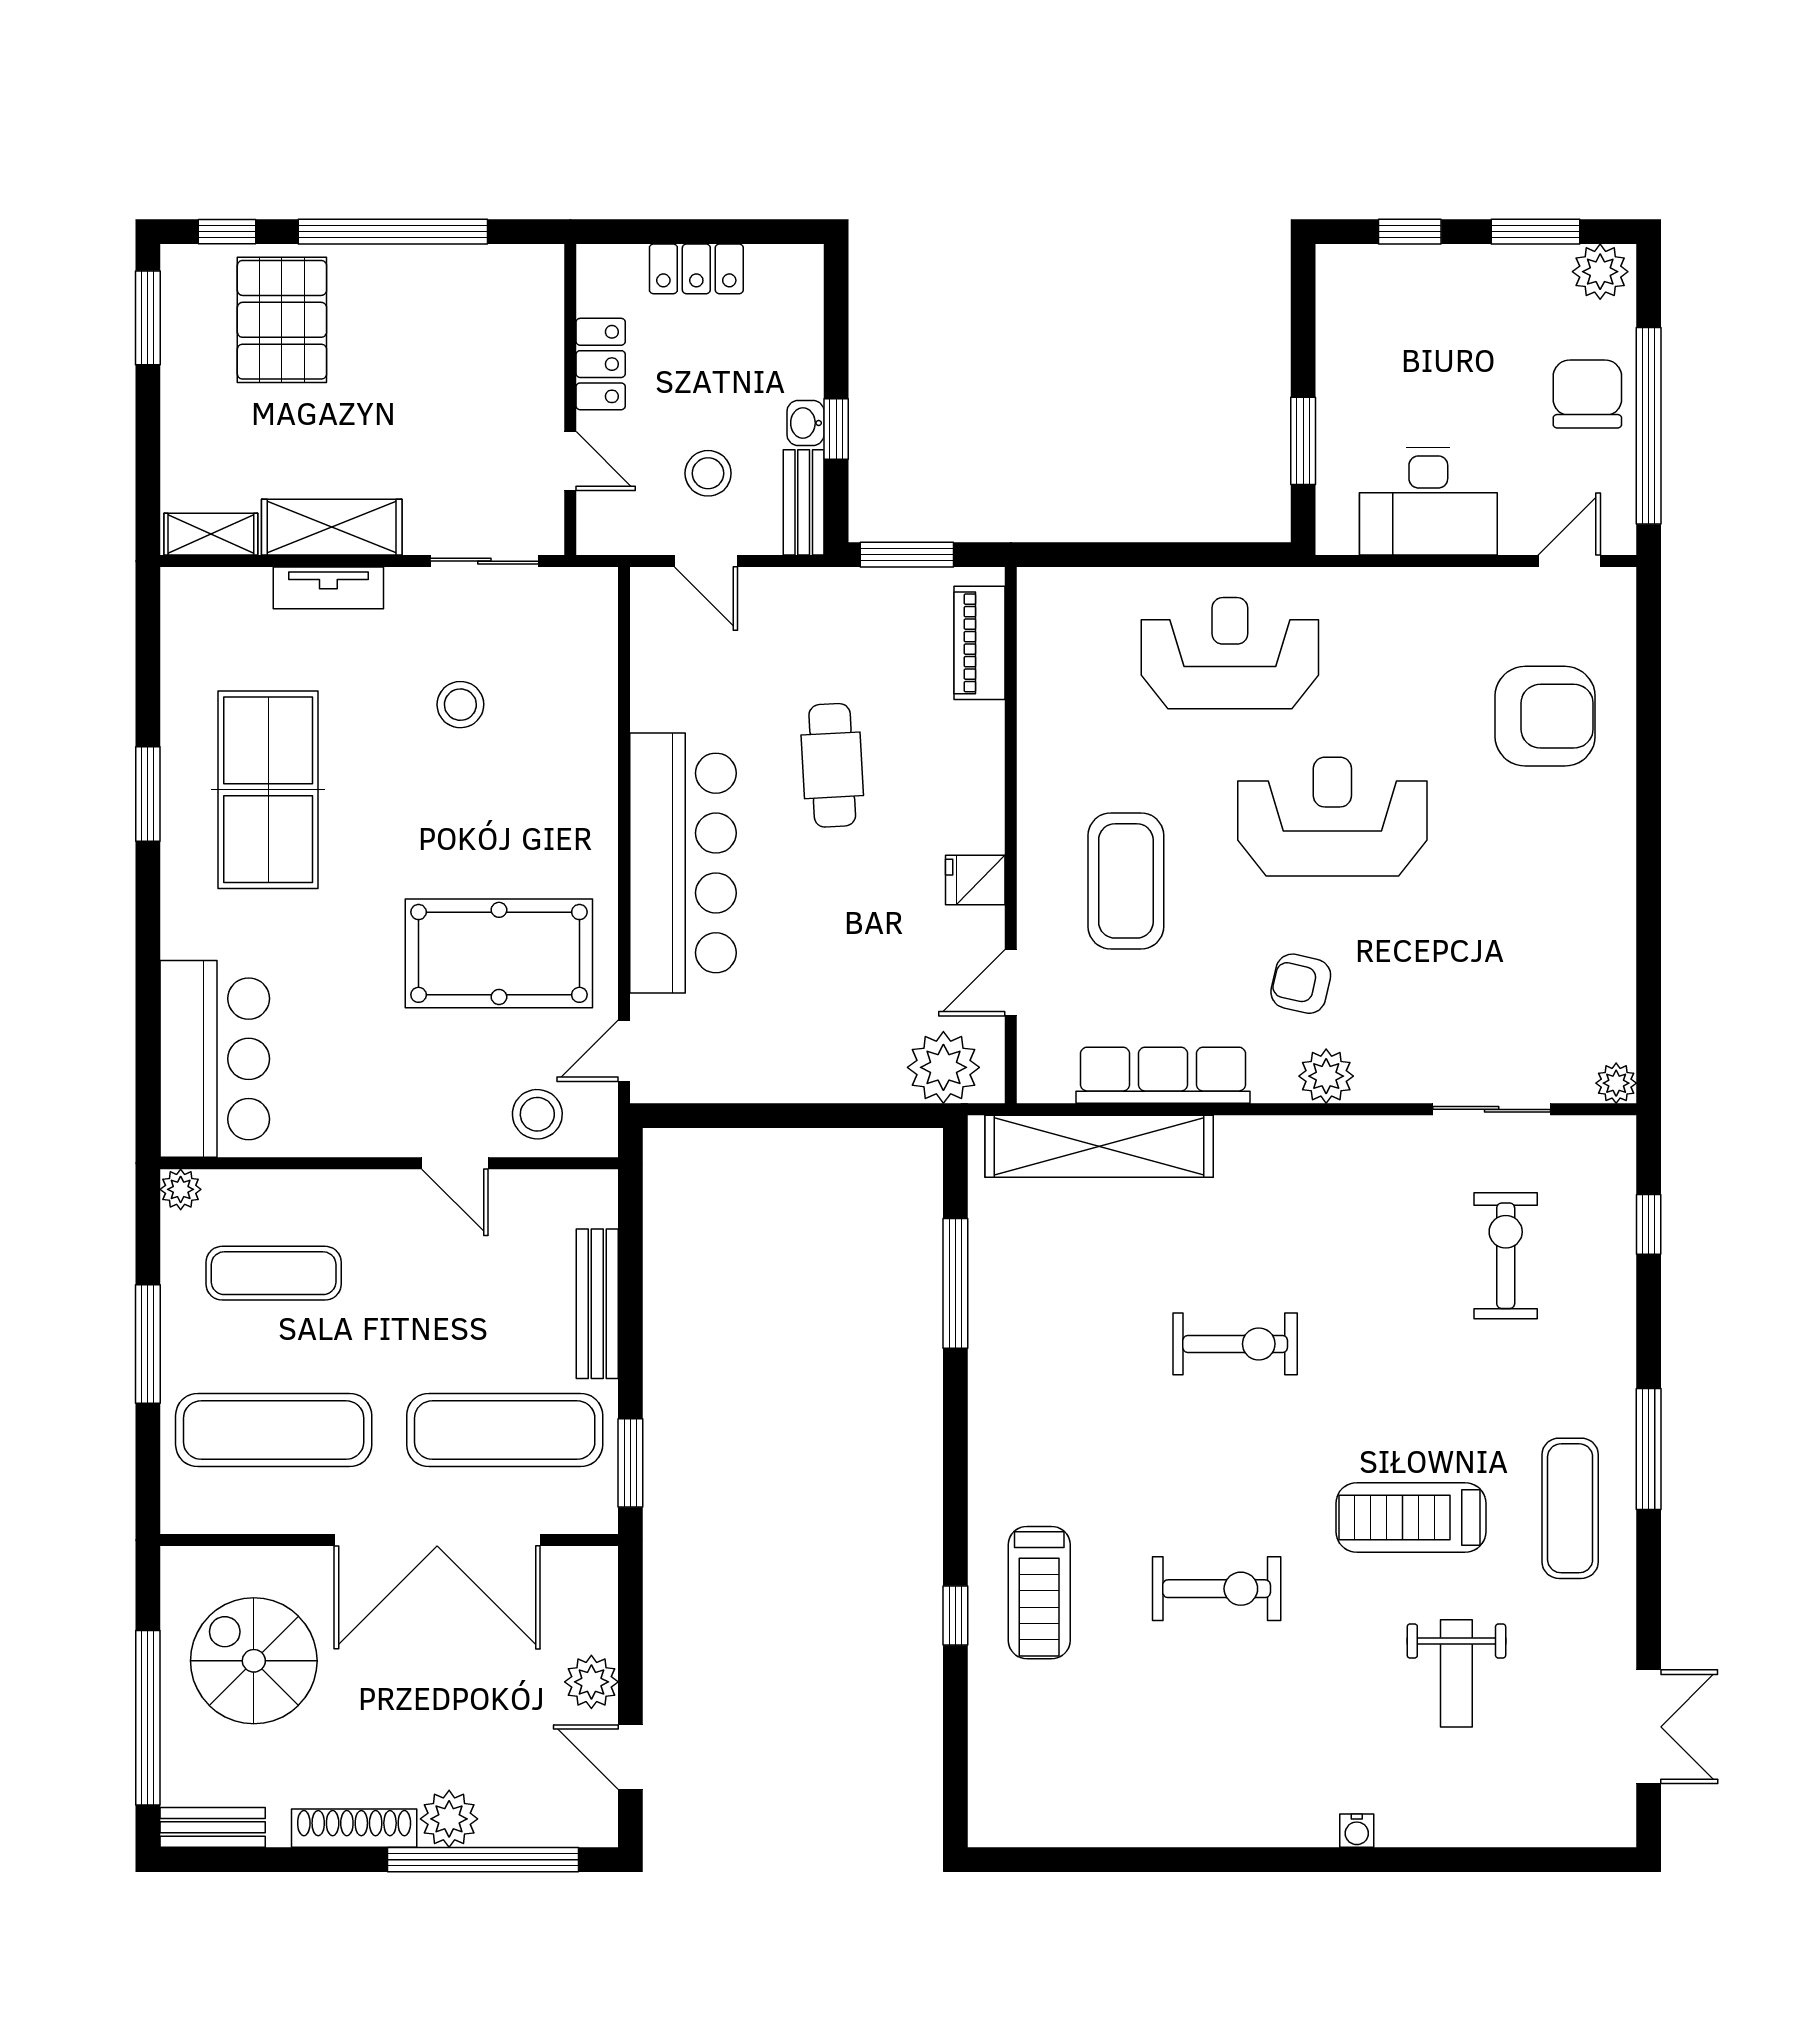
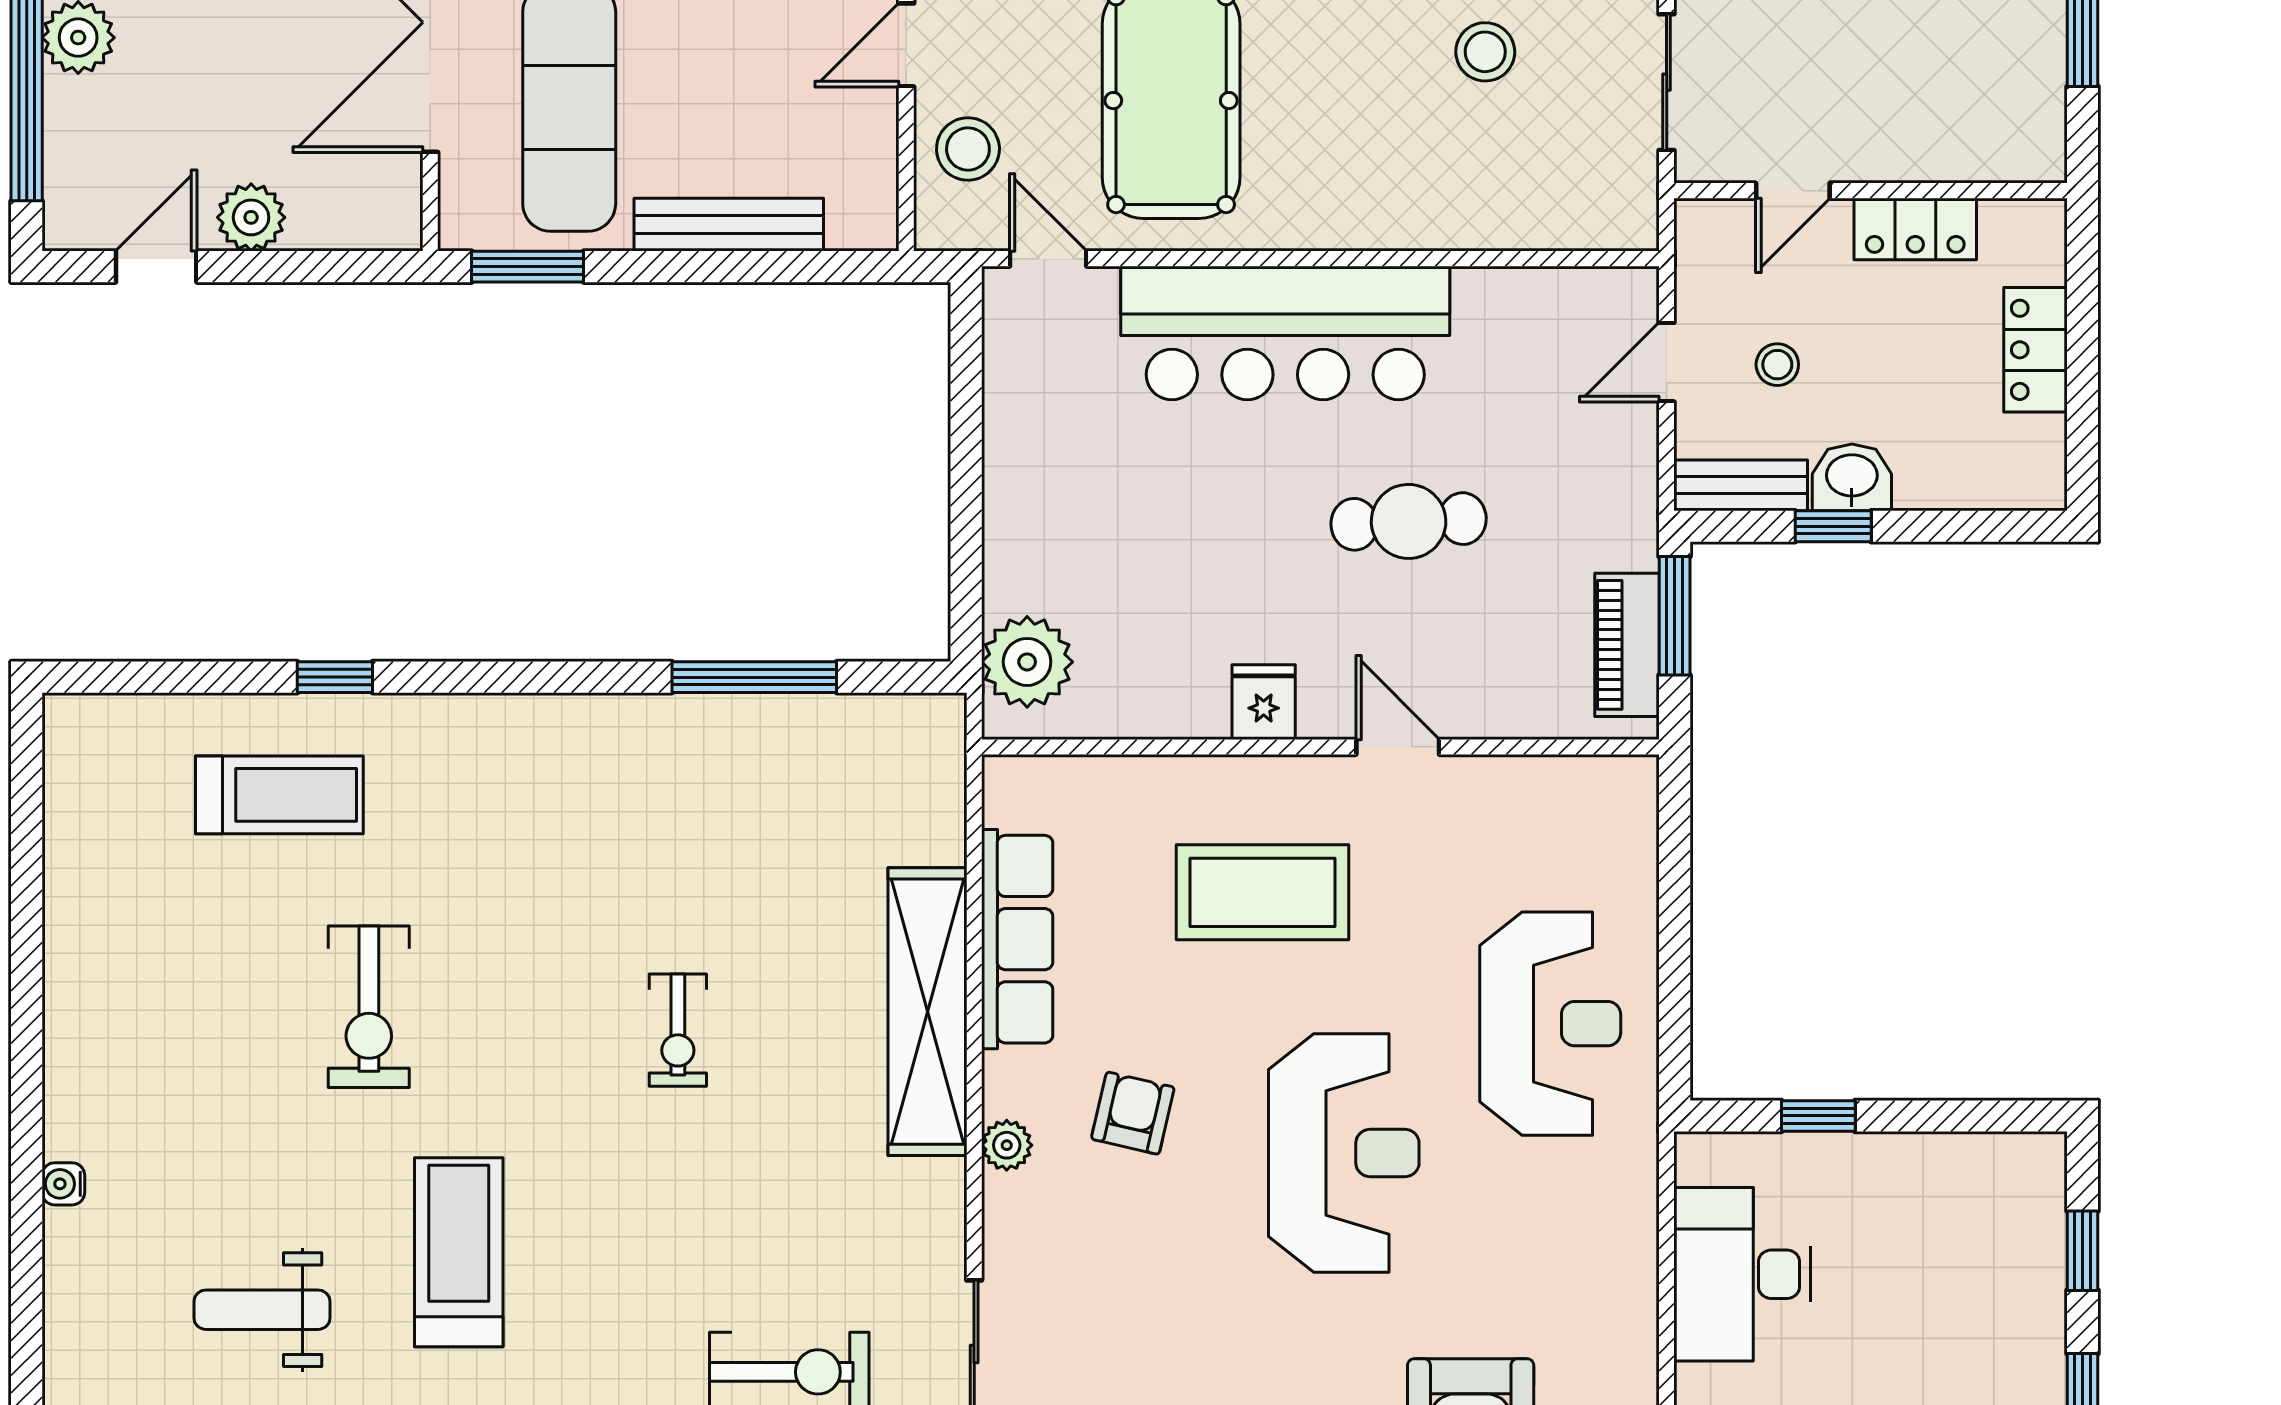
washbasin: (805, 423) -> (1852, 477), width x1.38, depth x1.45
window: (1303, 441) -> (1818, 1116), width x0.67
stool: (708, 473) -> (1777, 365), width x0.73, depth x0.73
piano: (980, 643) -> (1627, 645), moved, turned -90
door: (1011, 983) -> (1398, 747), moved
plant: (1326, 1076) -> (1007, 1145), width x0.73, depth x0.73
shelving: (1099, 1146) -> (928, 1012), moved
exercise bike: (1235, 1344) -> (678, 1030), width x0.73, depth x0.72
treadmill: (1039, 1593) -> (279, 795), moved, turned 180

